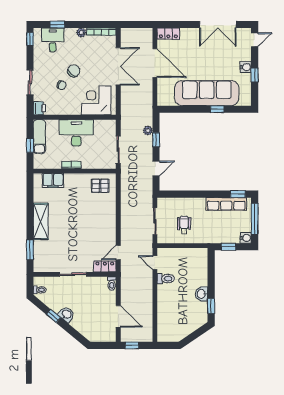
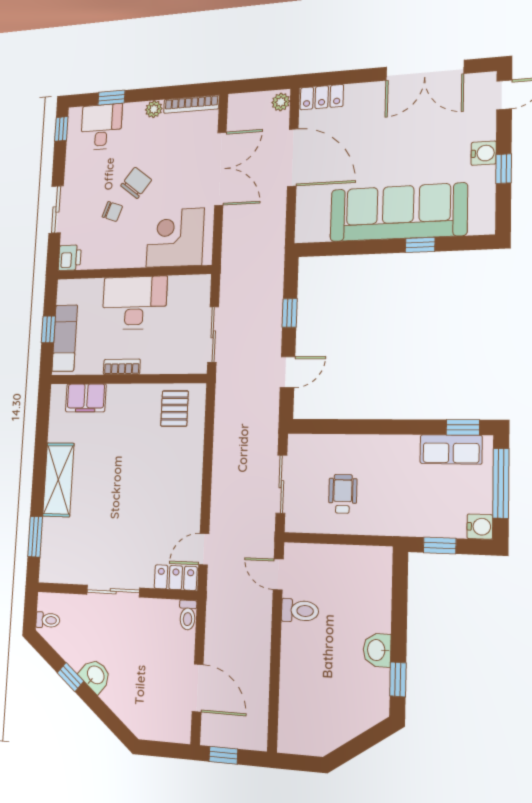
plant: (148, 130) -> (281, 102), moved
exam couch: (39, 137) -> (65, 338), moved
pallet: (100, 186) -> (175, 409), turned 90
row of seats: (226, 204) -> (451, 449), width x0.68

